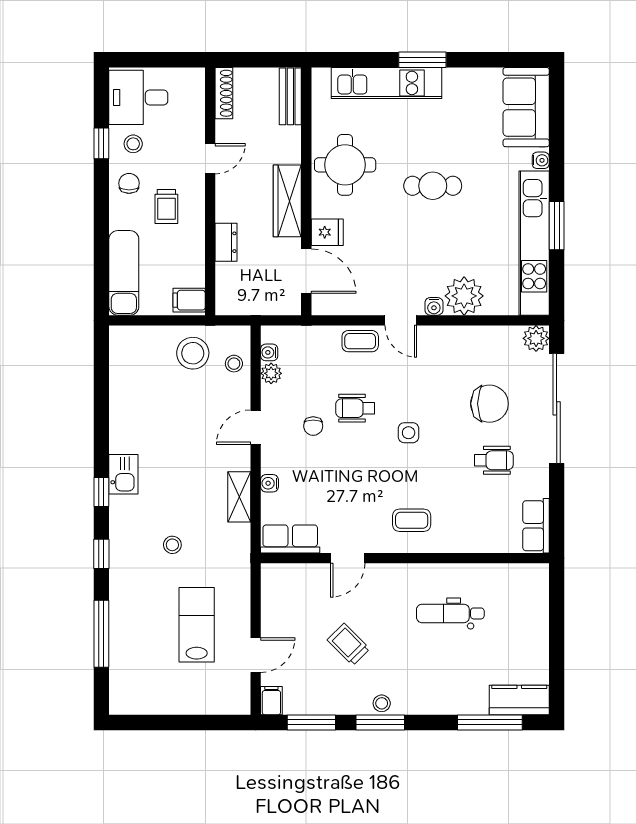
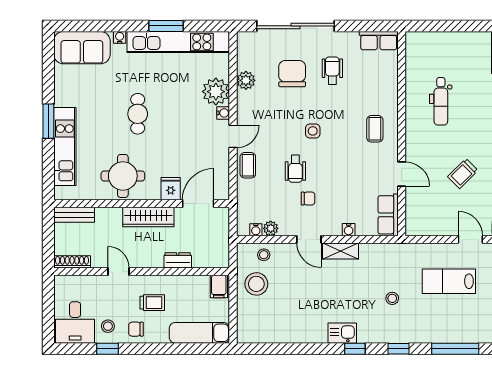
plant: (536, 338) -> (246, 80), moved
shelving: (239, 497) -> (340, 251), moved

